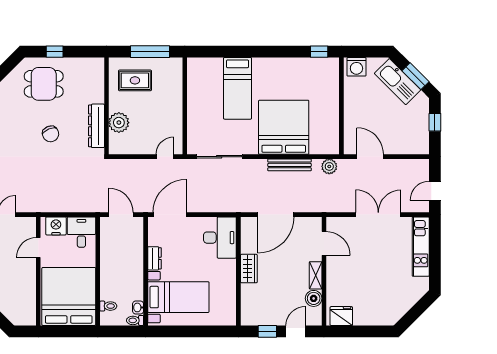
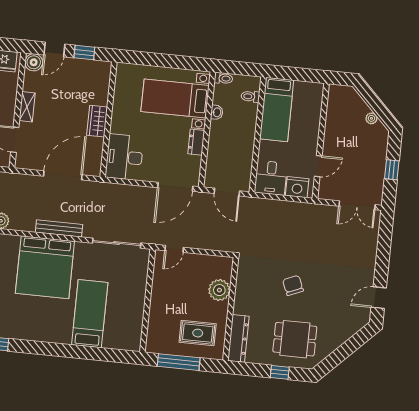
dresser: (96, 126) -> (238, 338), moved
bench: (290, 165) -> (59, 228), moved
bed: (69, 296) -> (277, 109), width x0.49
boiler: (314, 298) -> (34, 62), moved
washbasin: (138, 307) -> (217, 112), moved

